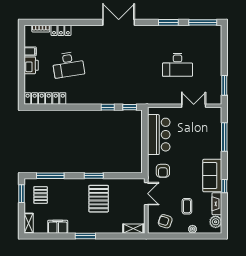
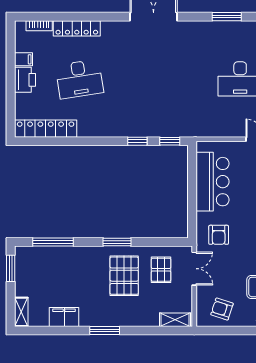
locker: (61, 30) -> (77, 28), width x1.53
pallet: (41, 195) -> (161, 270), moved

